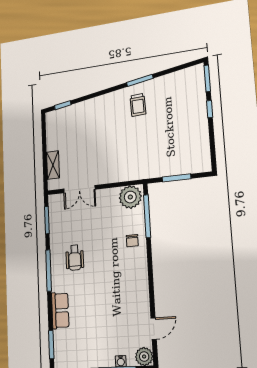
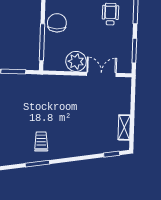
shelving: (53, 165) -> (124, 127), moved
plant: (130, 197) -> (76, 61), moved
chair: (132, 241) -> (57, 23), width x1.87, depth x1.87

